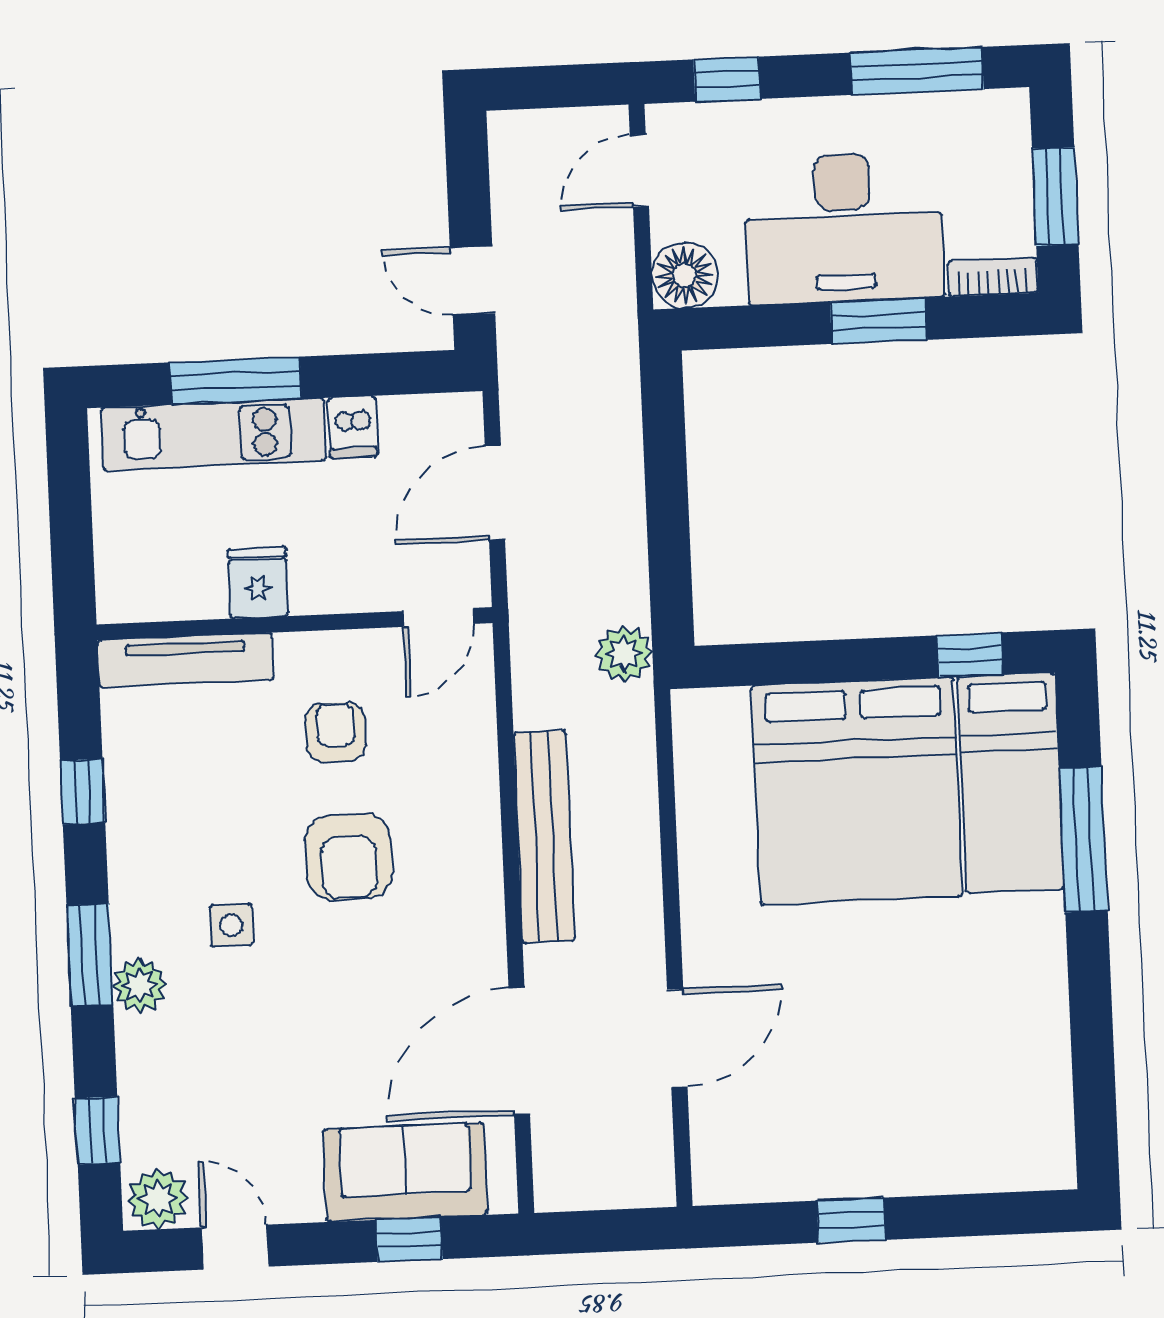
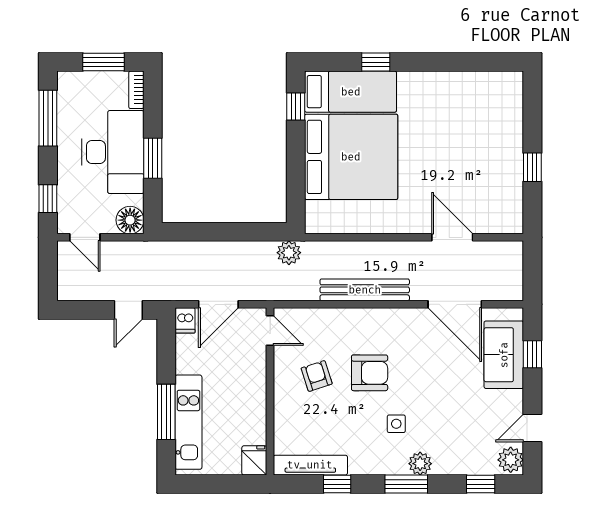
window: (879, 321) -> (153, 158), moved
dishwasher: (353, 427) -> (185, 320), moved, turned 90
door: (495, 493) -> (218, 304), hinge flipped
fridge: (258, 583) -> (254, 460), moved, turned 90
tv unit: (185, 660) -> (310, 465), moved, turned -90
armchair: (336, 732) -> (317, 376), turned 72
window: (1083, 840) -> (376, 62), width x0.46

